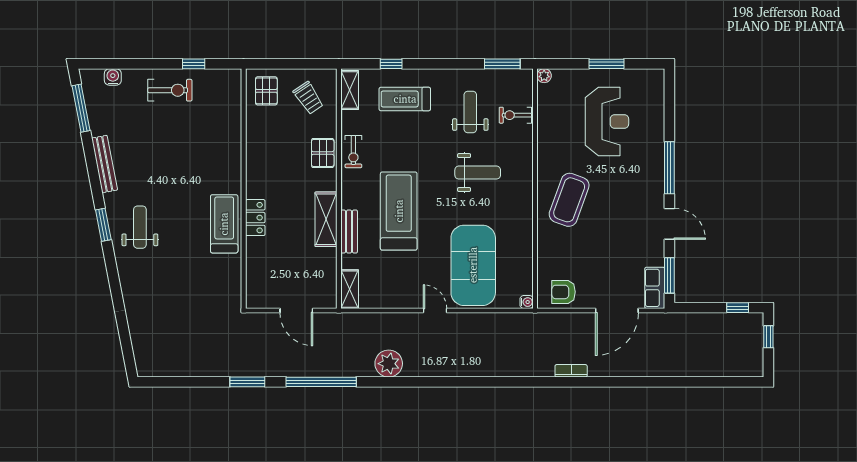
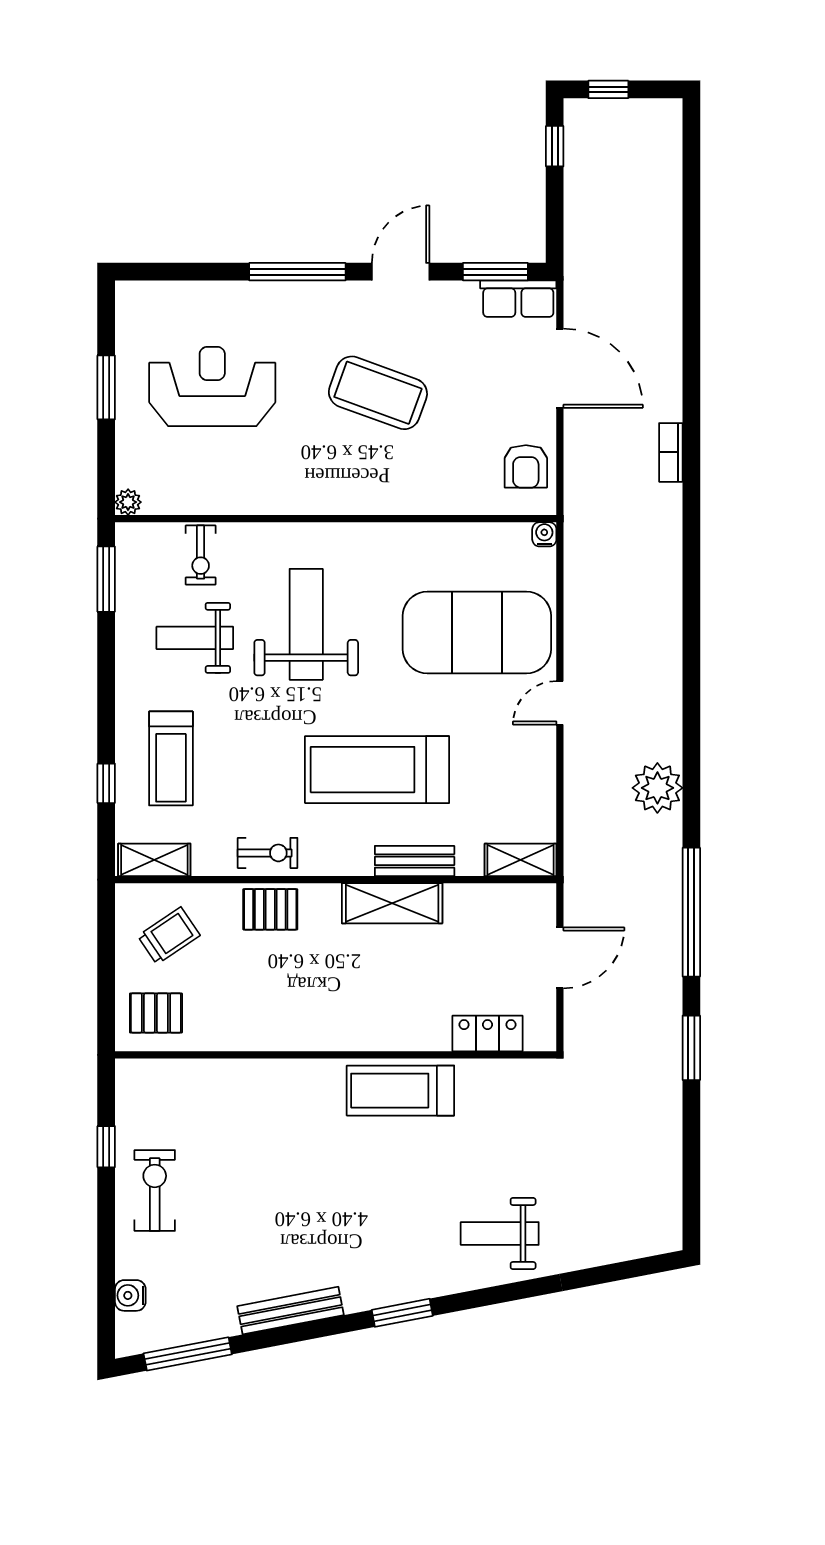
weight bench: (478, 173) -> (306, 624), width x1.36, depth x1.33
coffee table: (569, 200) -> (378, 393), moved
locker: (255, 218) -> (488, 1034), moved
weight bench: (140, 227) -> (500, 1234), moved

